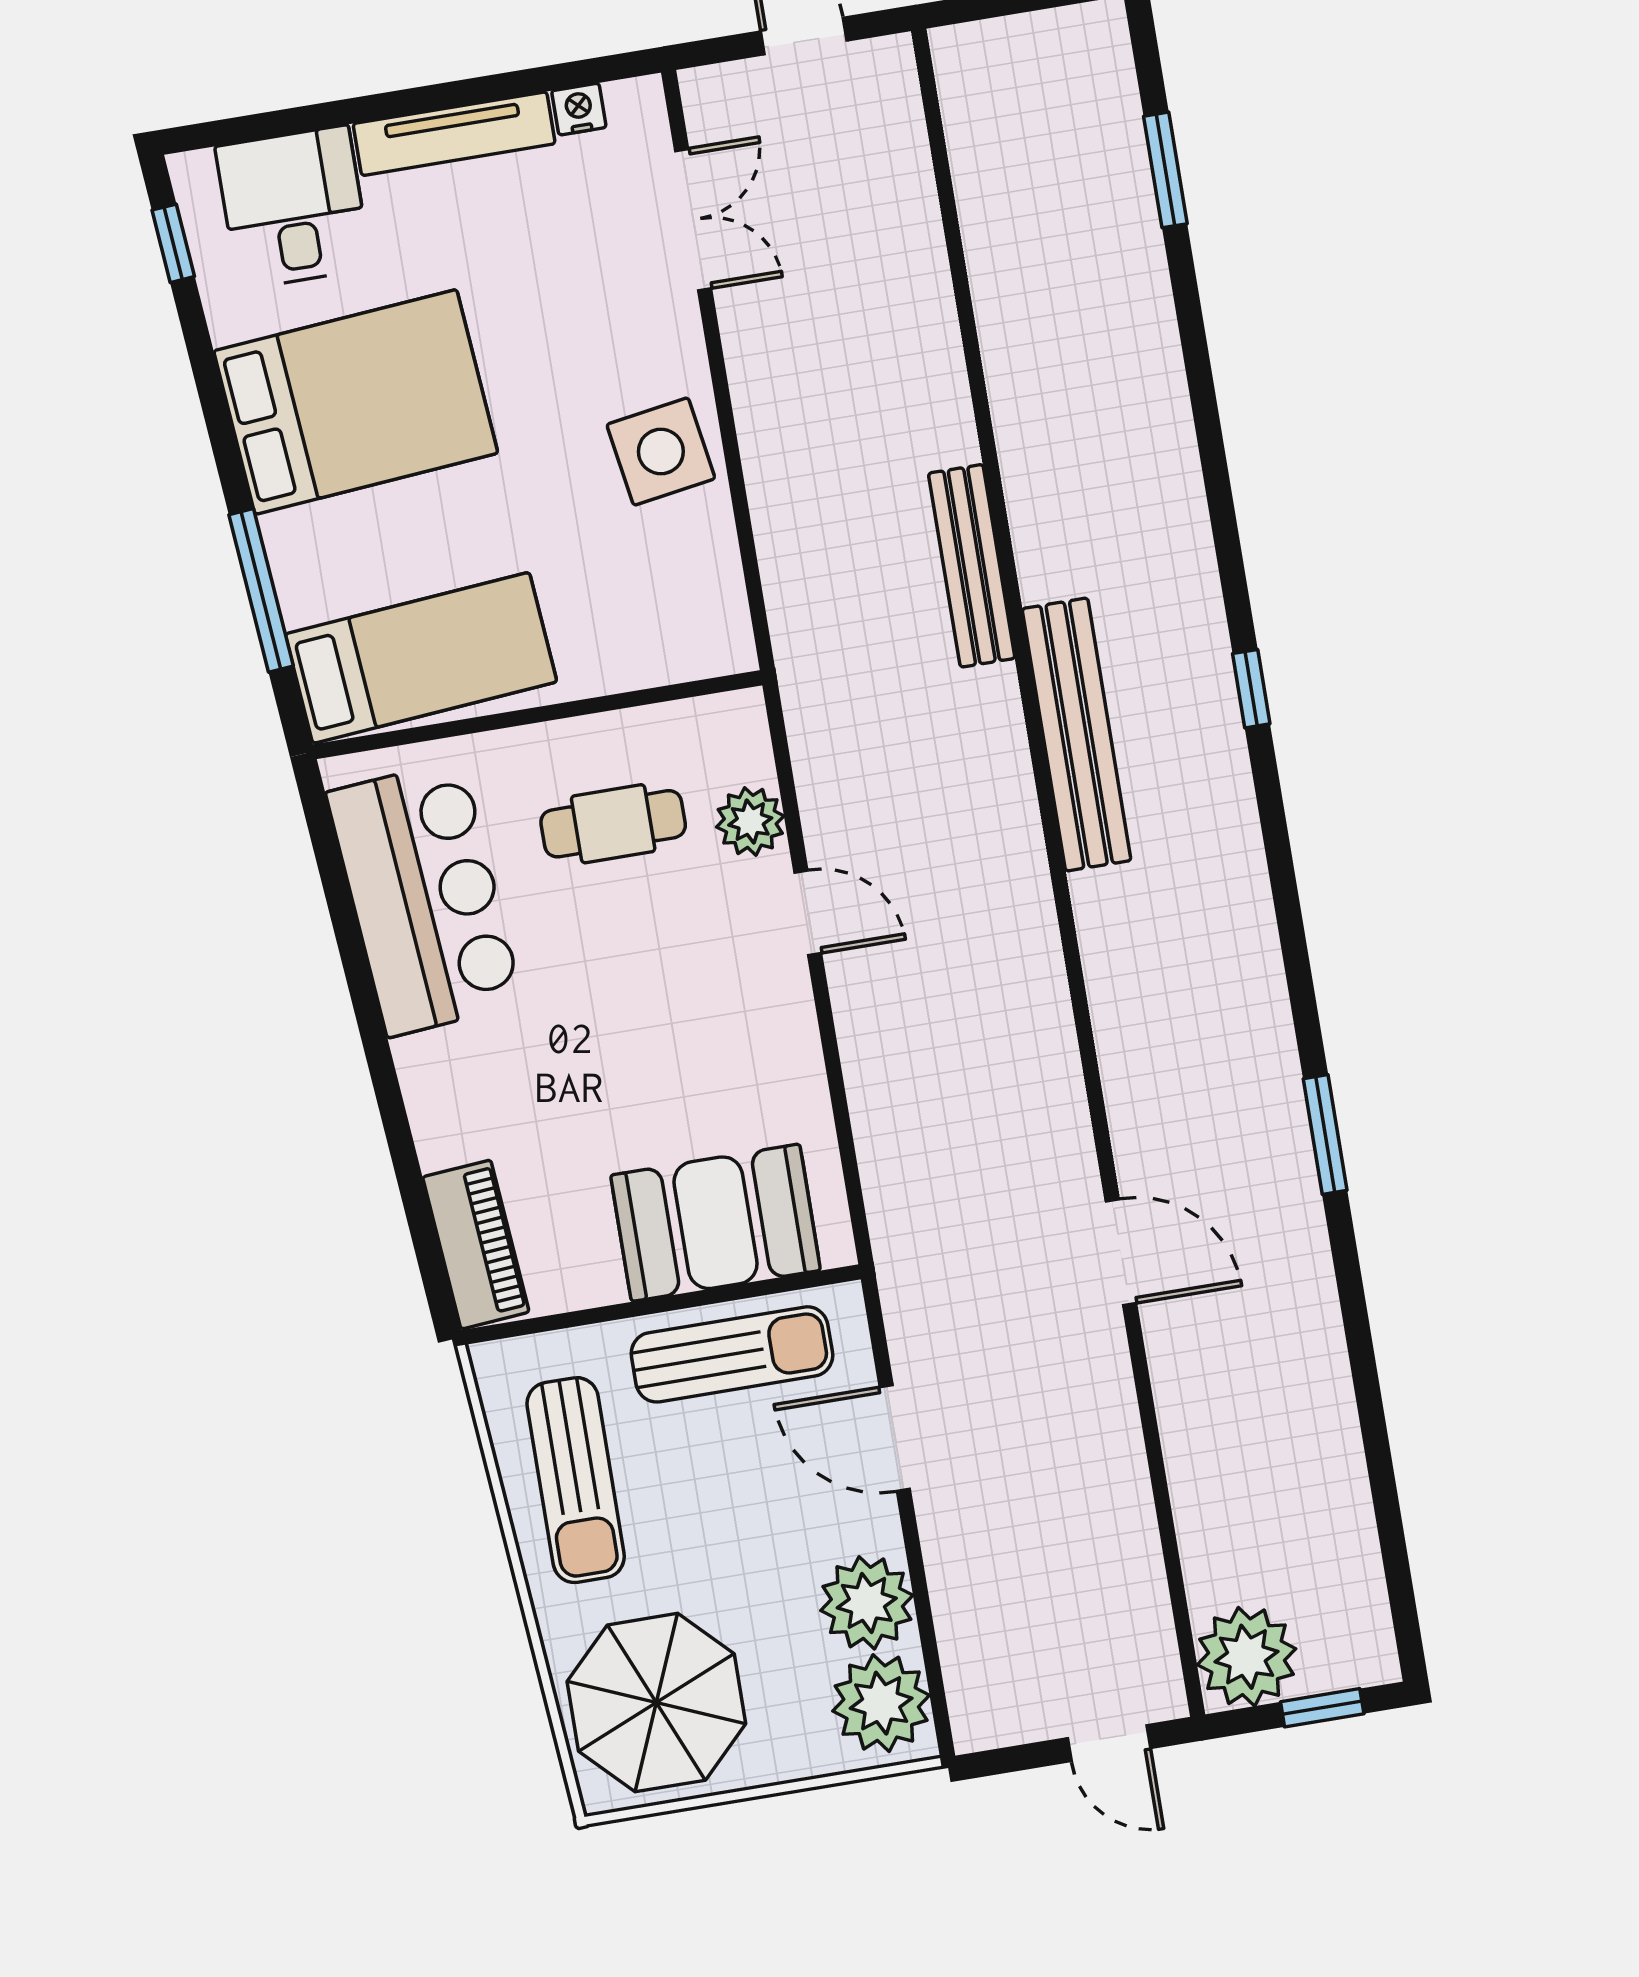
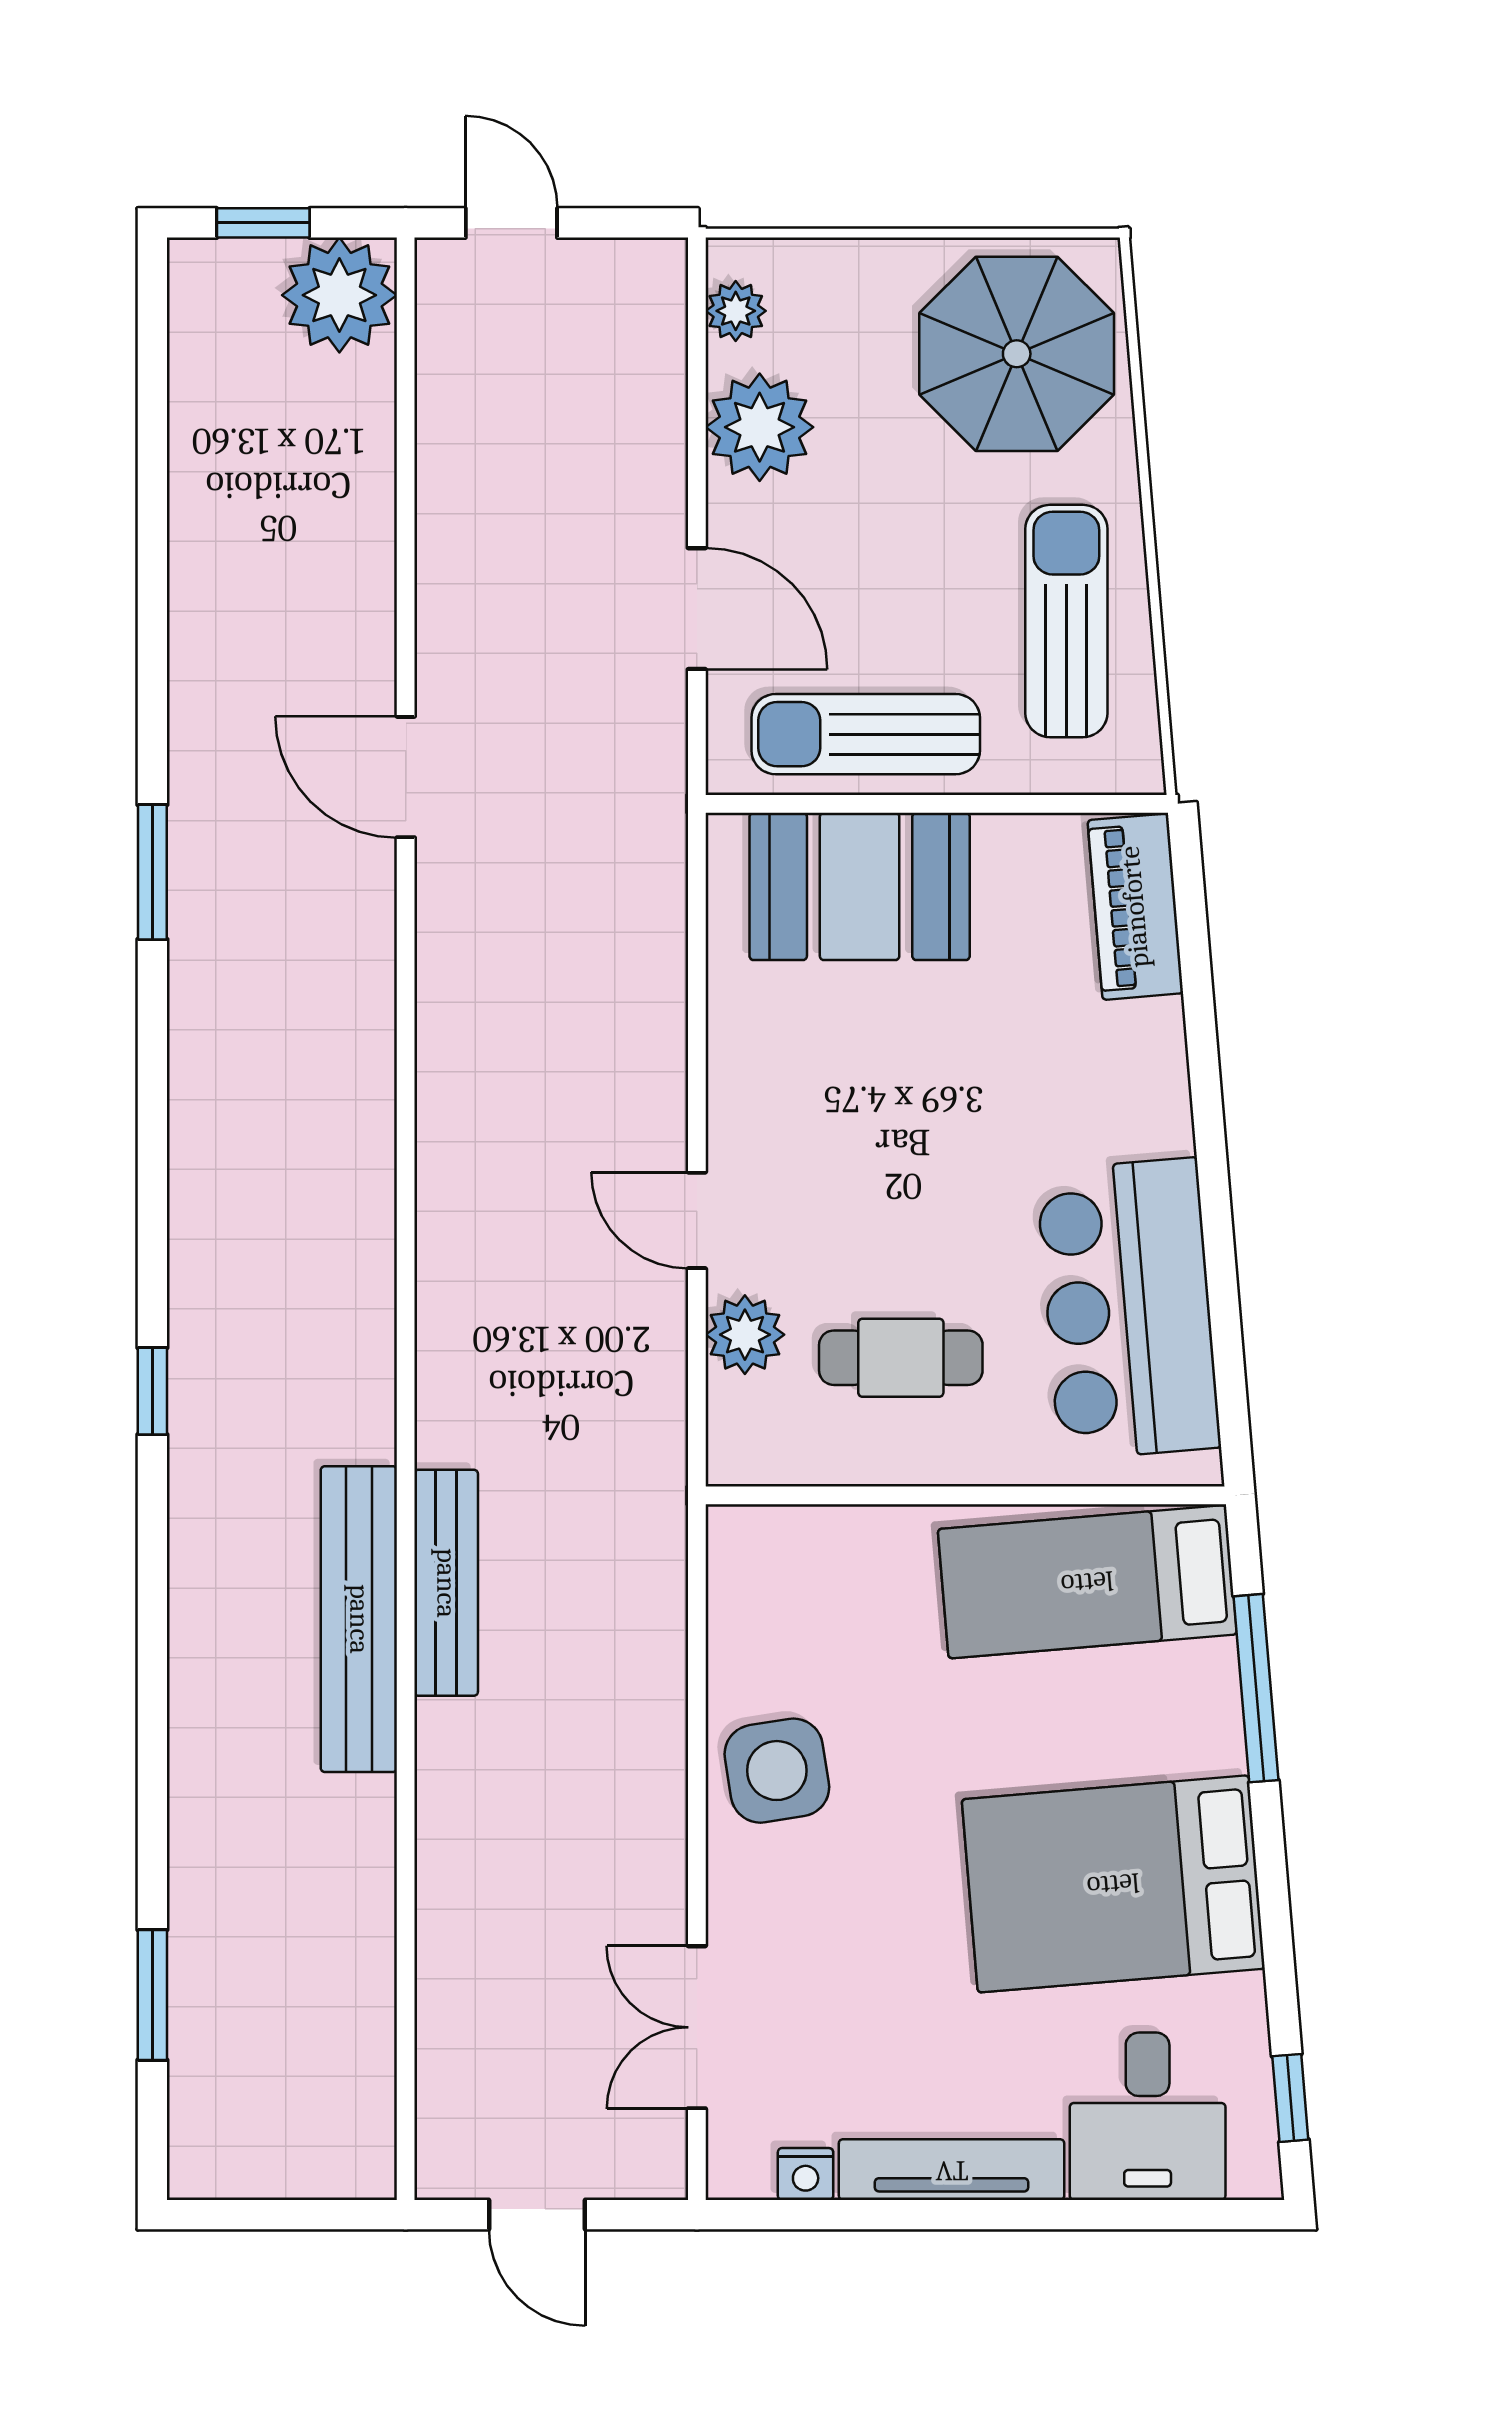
bench: (1077, 735) -> (359, 1619), moved
plant: (881, 1703) -> (736, 311), width x0.53, depth x0.53

